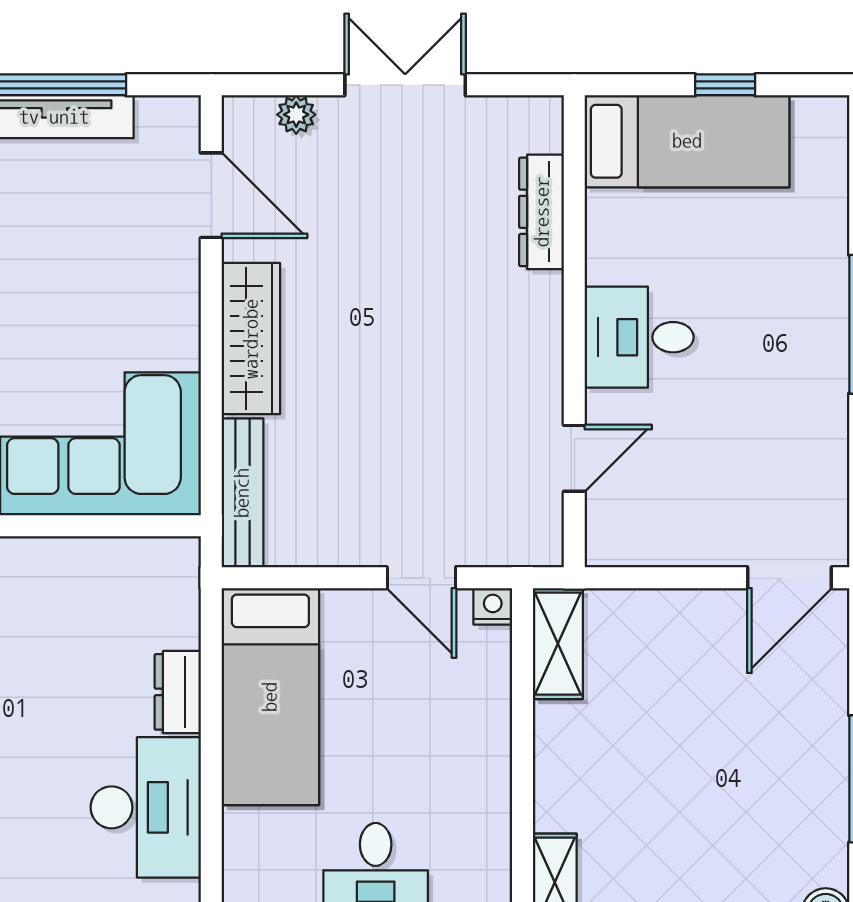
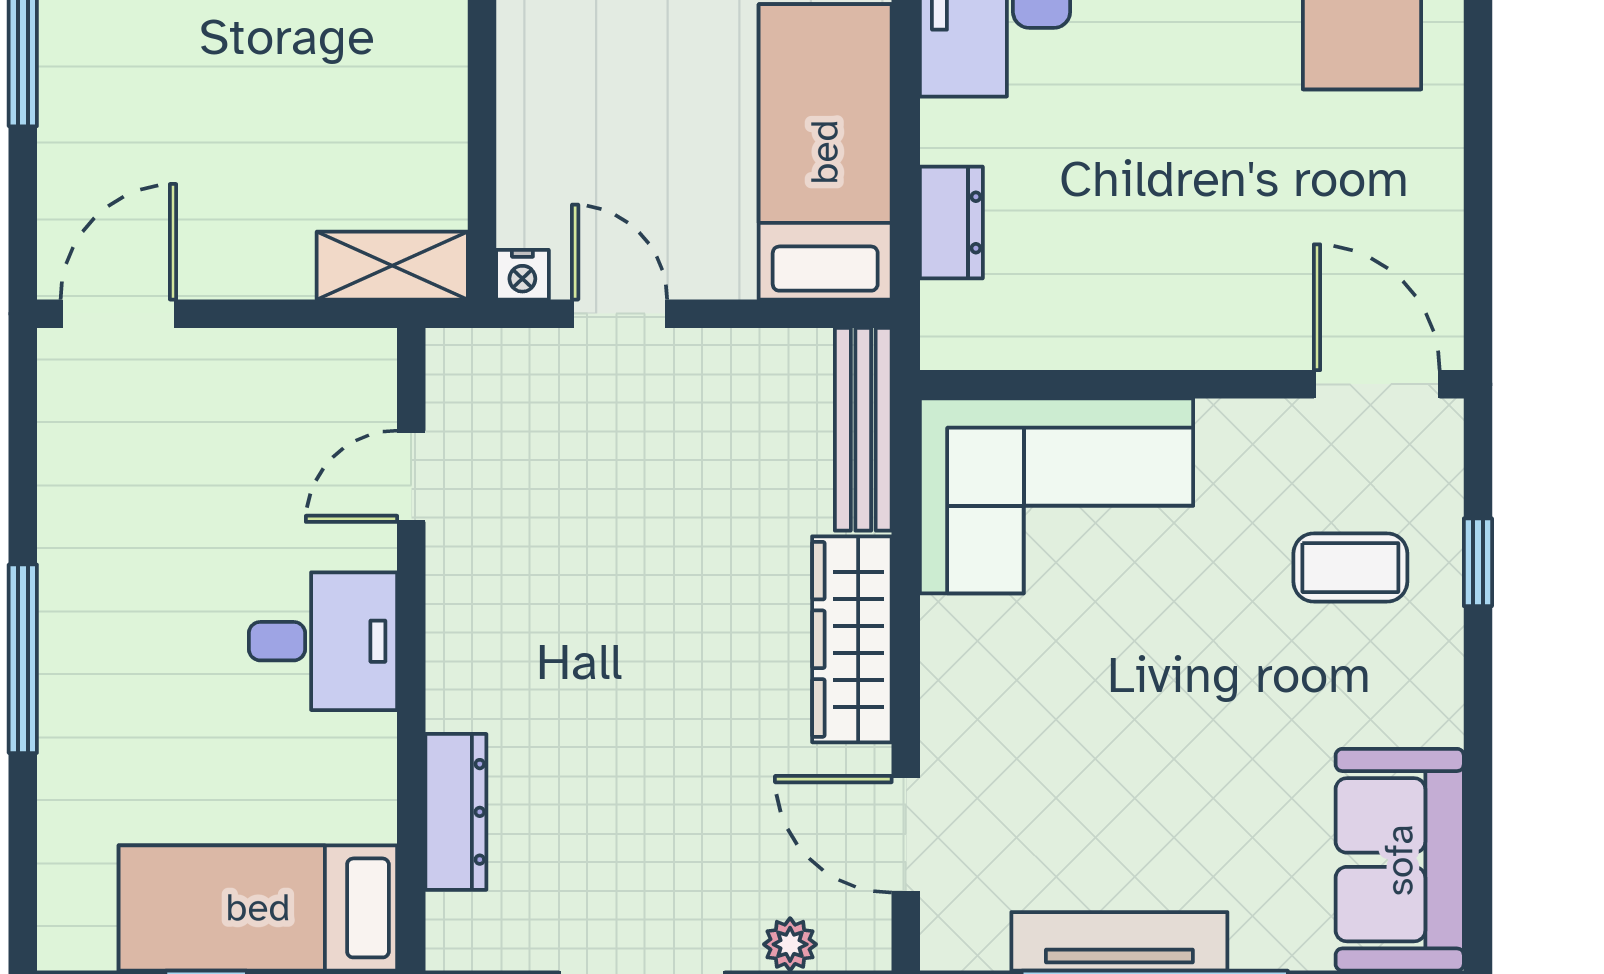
shelving: (558, 644) -> (392, 266), moved, turned 90
dresser: (178, 692) -> (951, 222), moved

